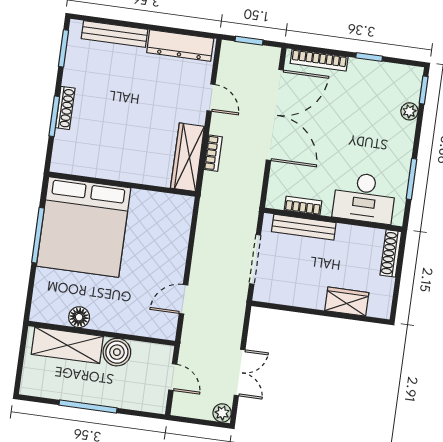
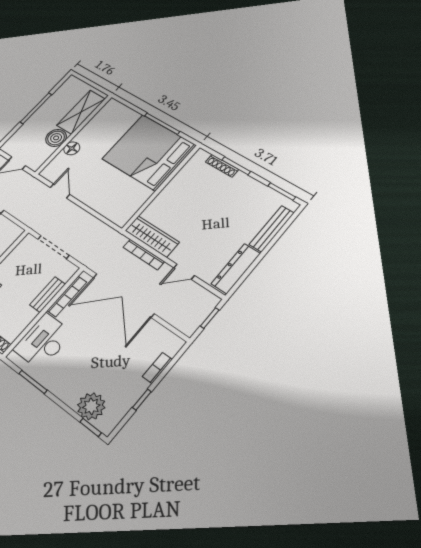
bookcase: (319, 60) -> (157, 368), width x0.64
shoe rack: (65, 108) -> (222, 166), moved
plant: (409, 111) -> (91, 406), width x1.87, depth x1.87
double door: (275, 115) -> (123, 295), moved
bookcase: (213, 153) -> (144, 254), width x1.56
bookcase: (303, 206) -> (67, 296), width x1.56
bench: (304, 227) -> (48, 295), width x0.73
floor lamp: (79, 317) -> (72, 148), moved

